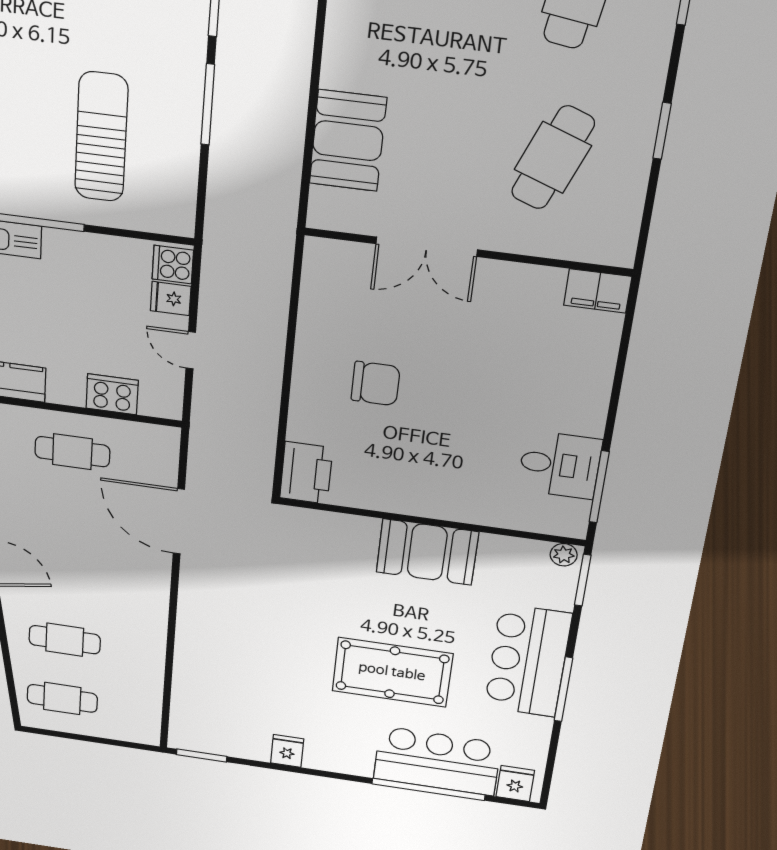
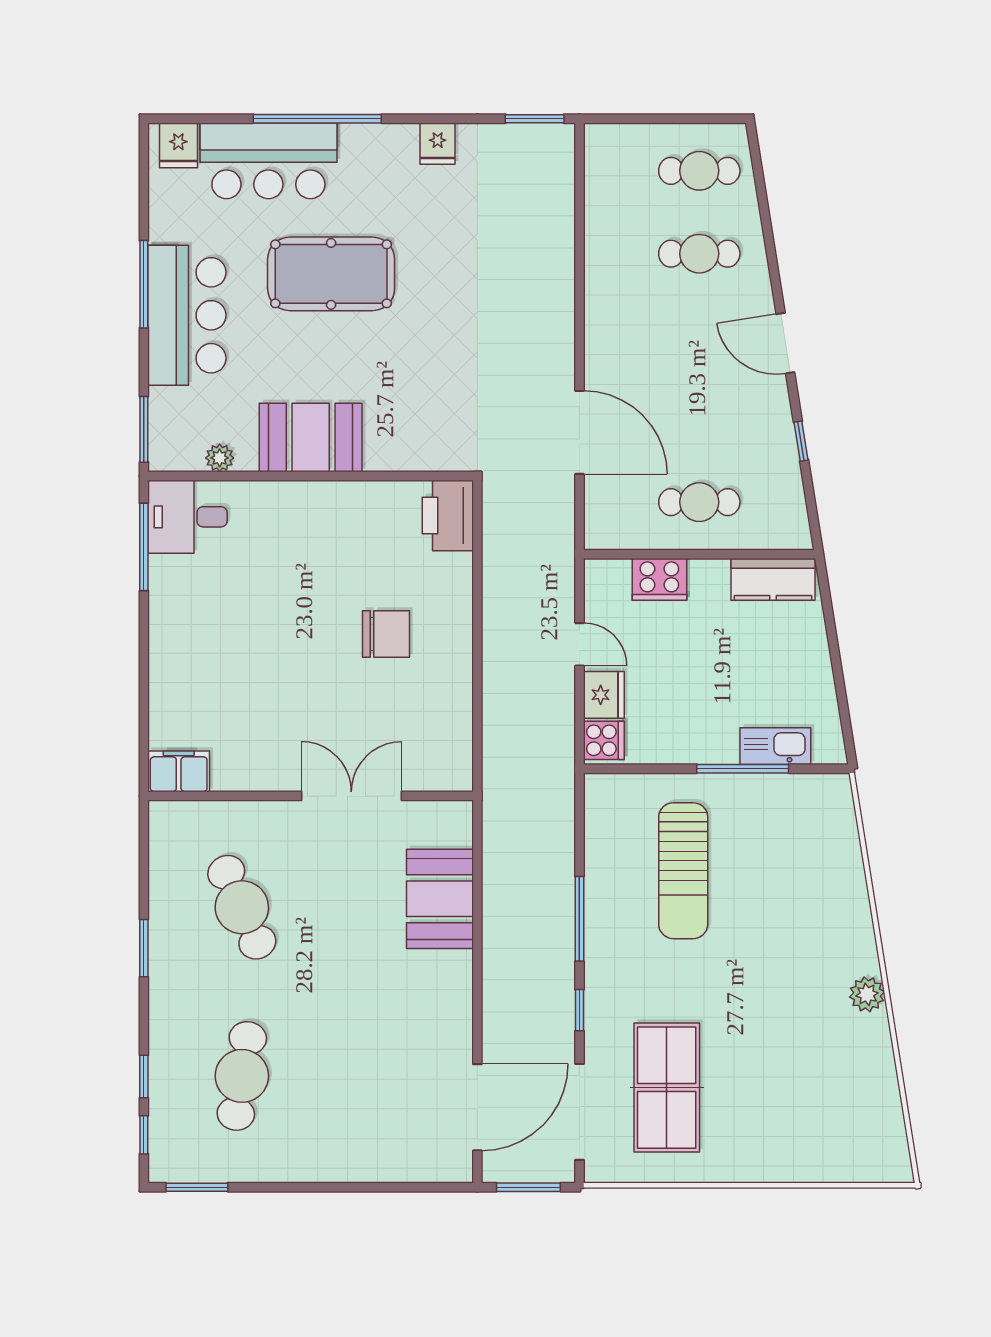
cafe table: (553, 158) -> (242, 907), turned -45
fridge: (171, 298) -> (604, 695), width x1.38
chair: (376, 383) -> (386, 634), turned 180
desk: (560, 465) -> (188, 517), moved
plant: (564, 555) -> (220, 458), moved
window: (428, 789) -> (317, 119), moved

